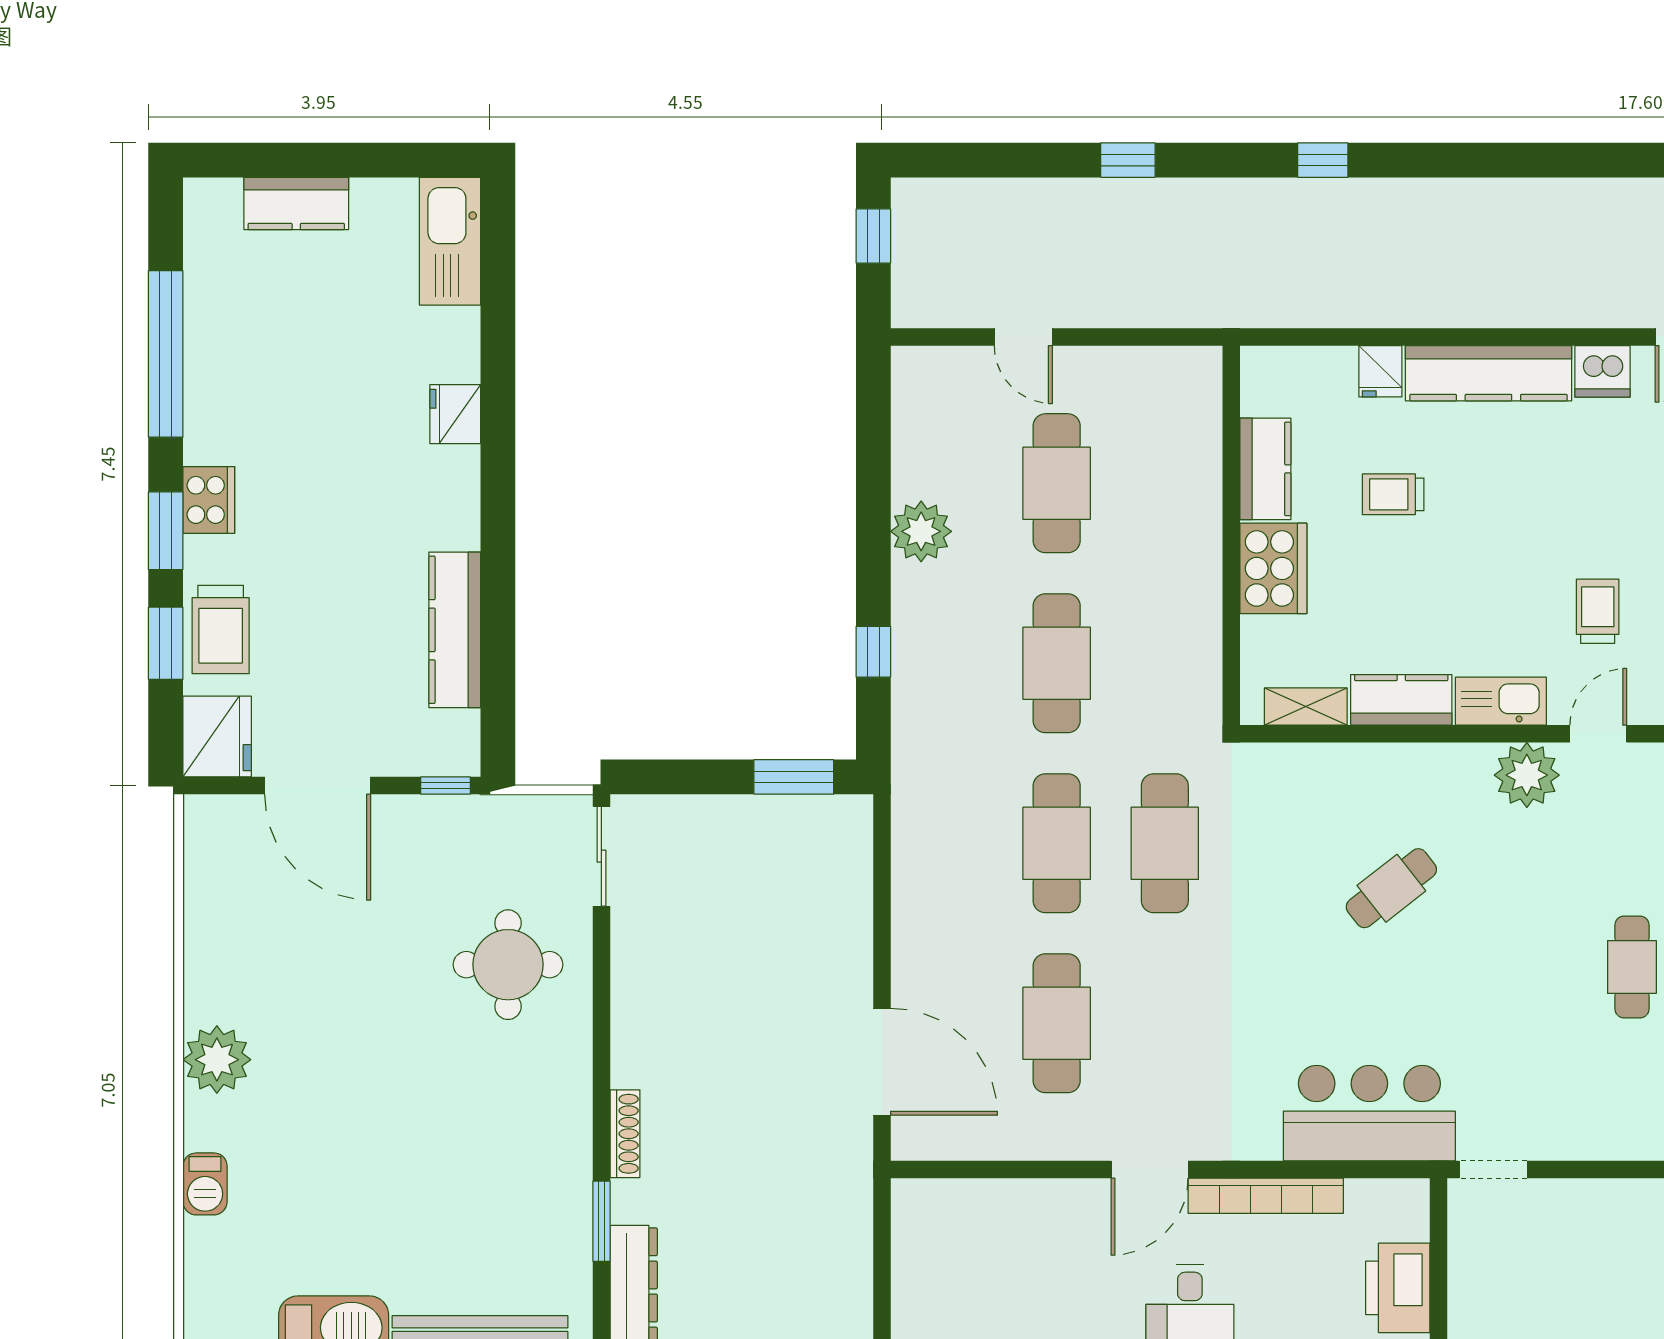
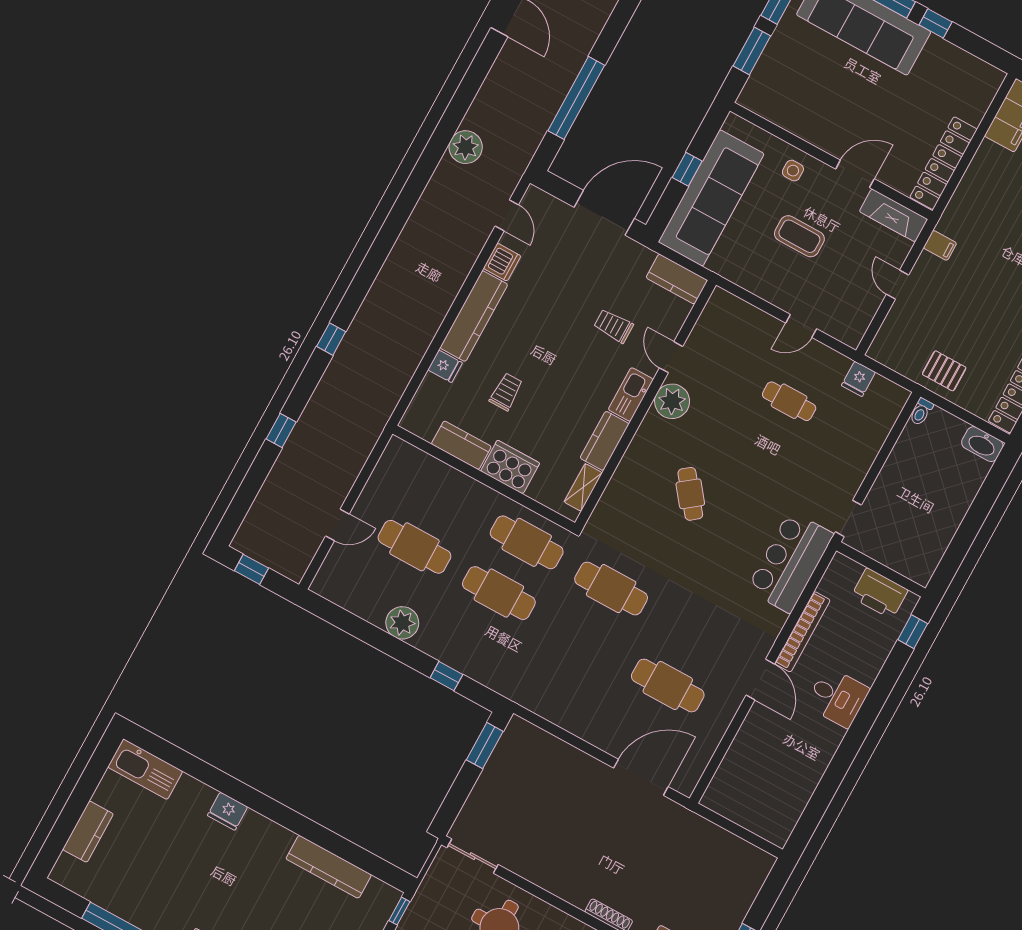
trolley: (1393, 494) -> (506, 392), turned 180
cafe table: (1057, 843) -> (527, 542), moved

